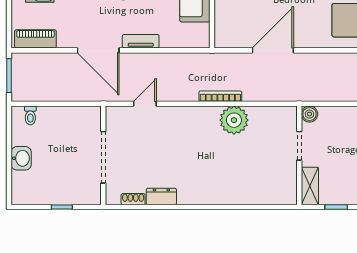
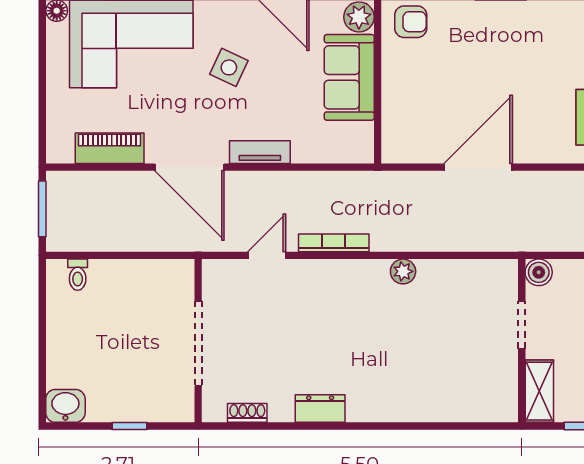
piano: (35, 39) -> (110, 148), moved
bookcase: (220, 96) -> (334, 243), moved
plant: (234, 120) -> (403, 271), width x0.53, depth x0.53
washbasin: (21, 158) -> (65, 406), moved, turned -90
dresser: (161, 197) -> (320, 409), moved

